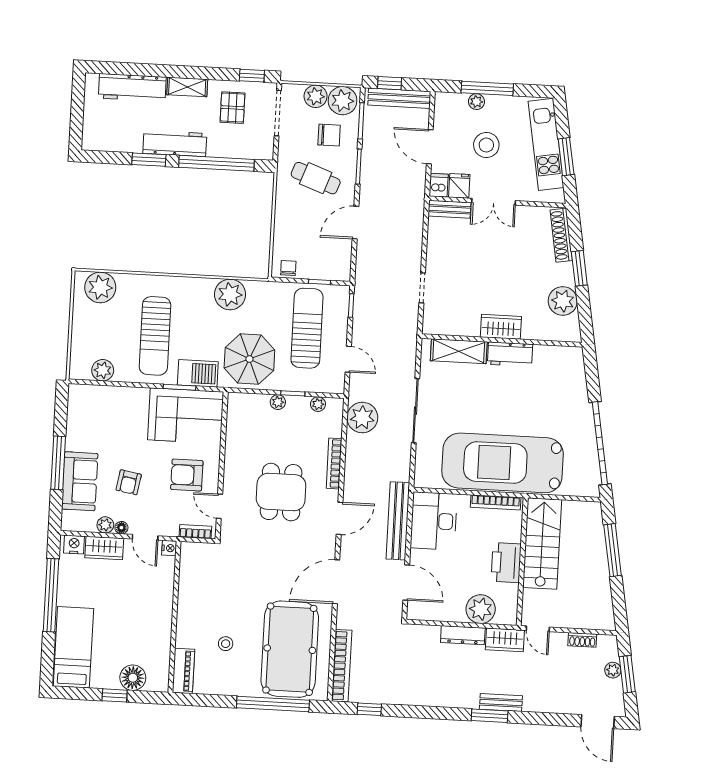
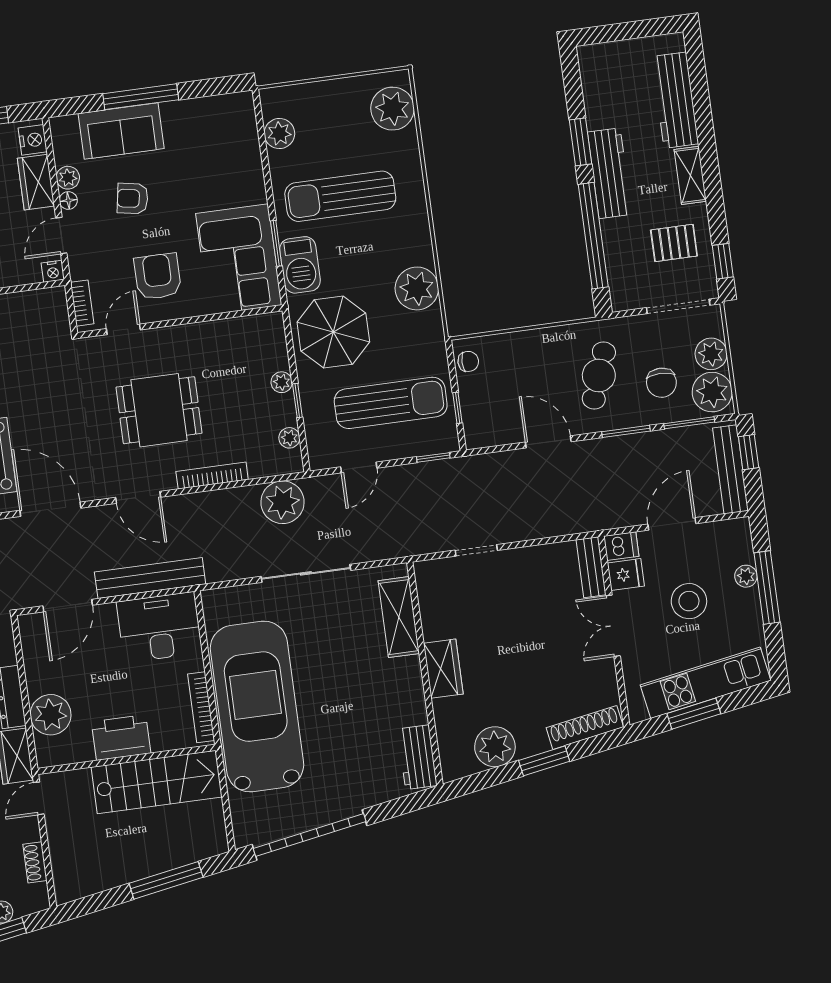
workbench: (510, 354) -> (417, 757), moved

